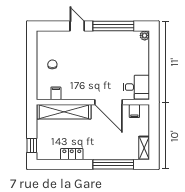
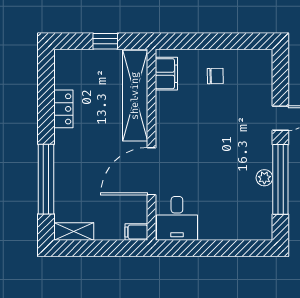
plant: (145, 35) -> (264, 178), moved
filing cabinet: (56, 93) -> (166, 74), width x2.00
filing cabinet: (134, 111) -> (136, 232), moved
window: (32, 145) -> (105, 41), moved

